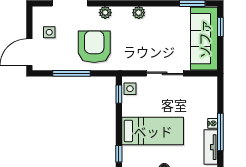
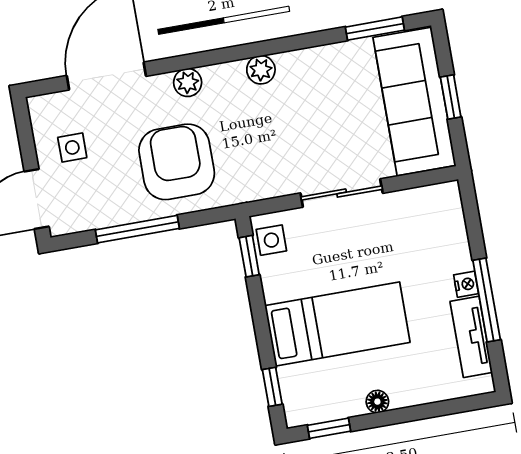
window: (220, 27) -> (451, 97), moved

